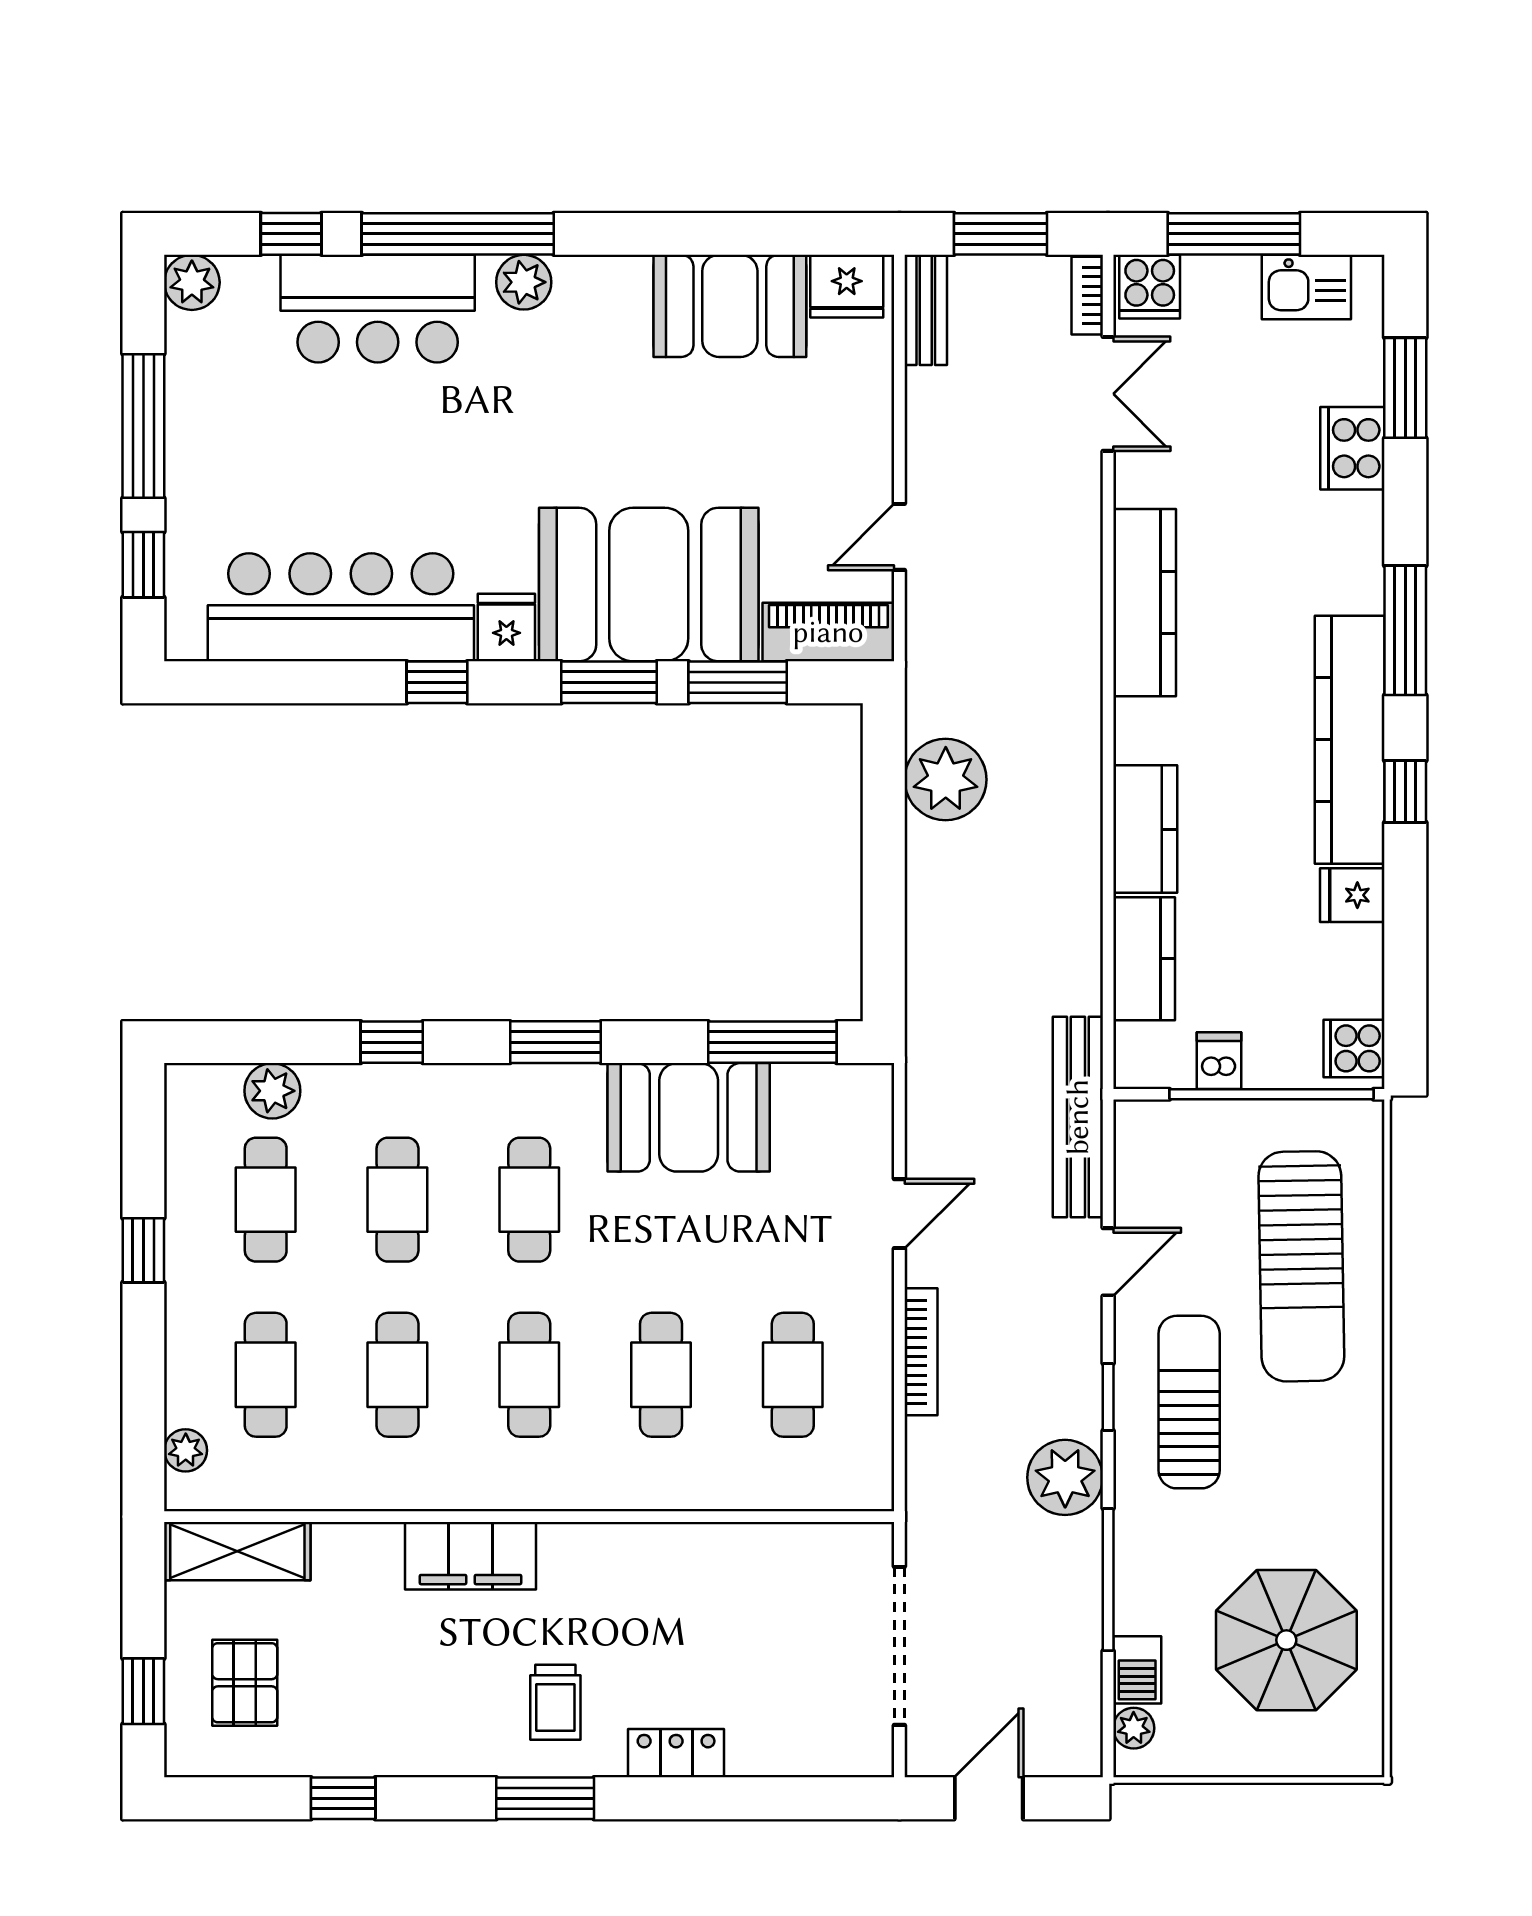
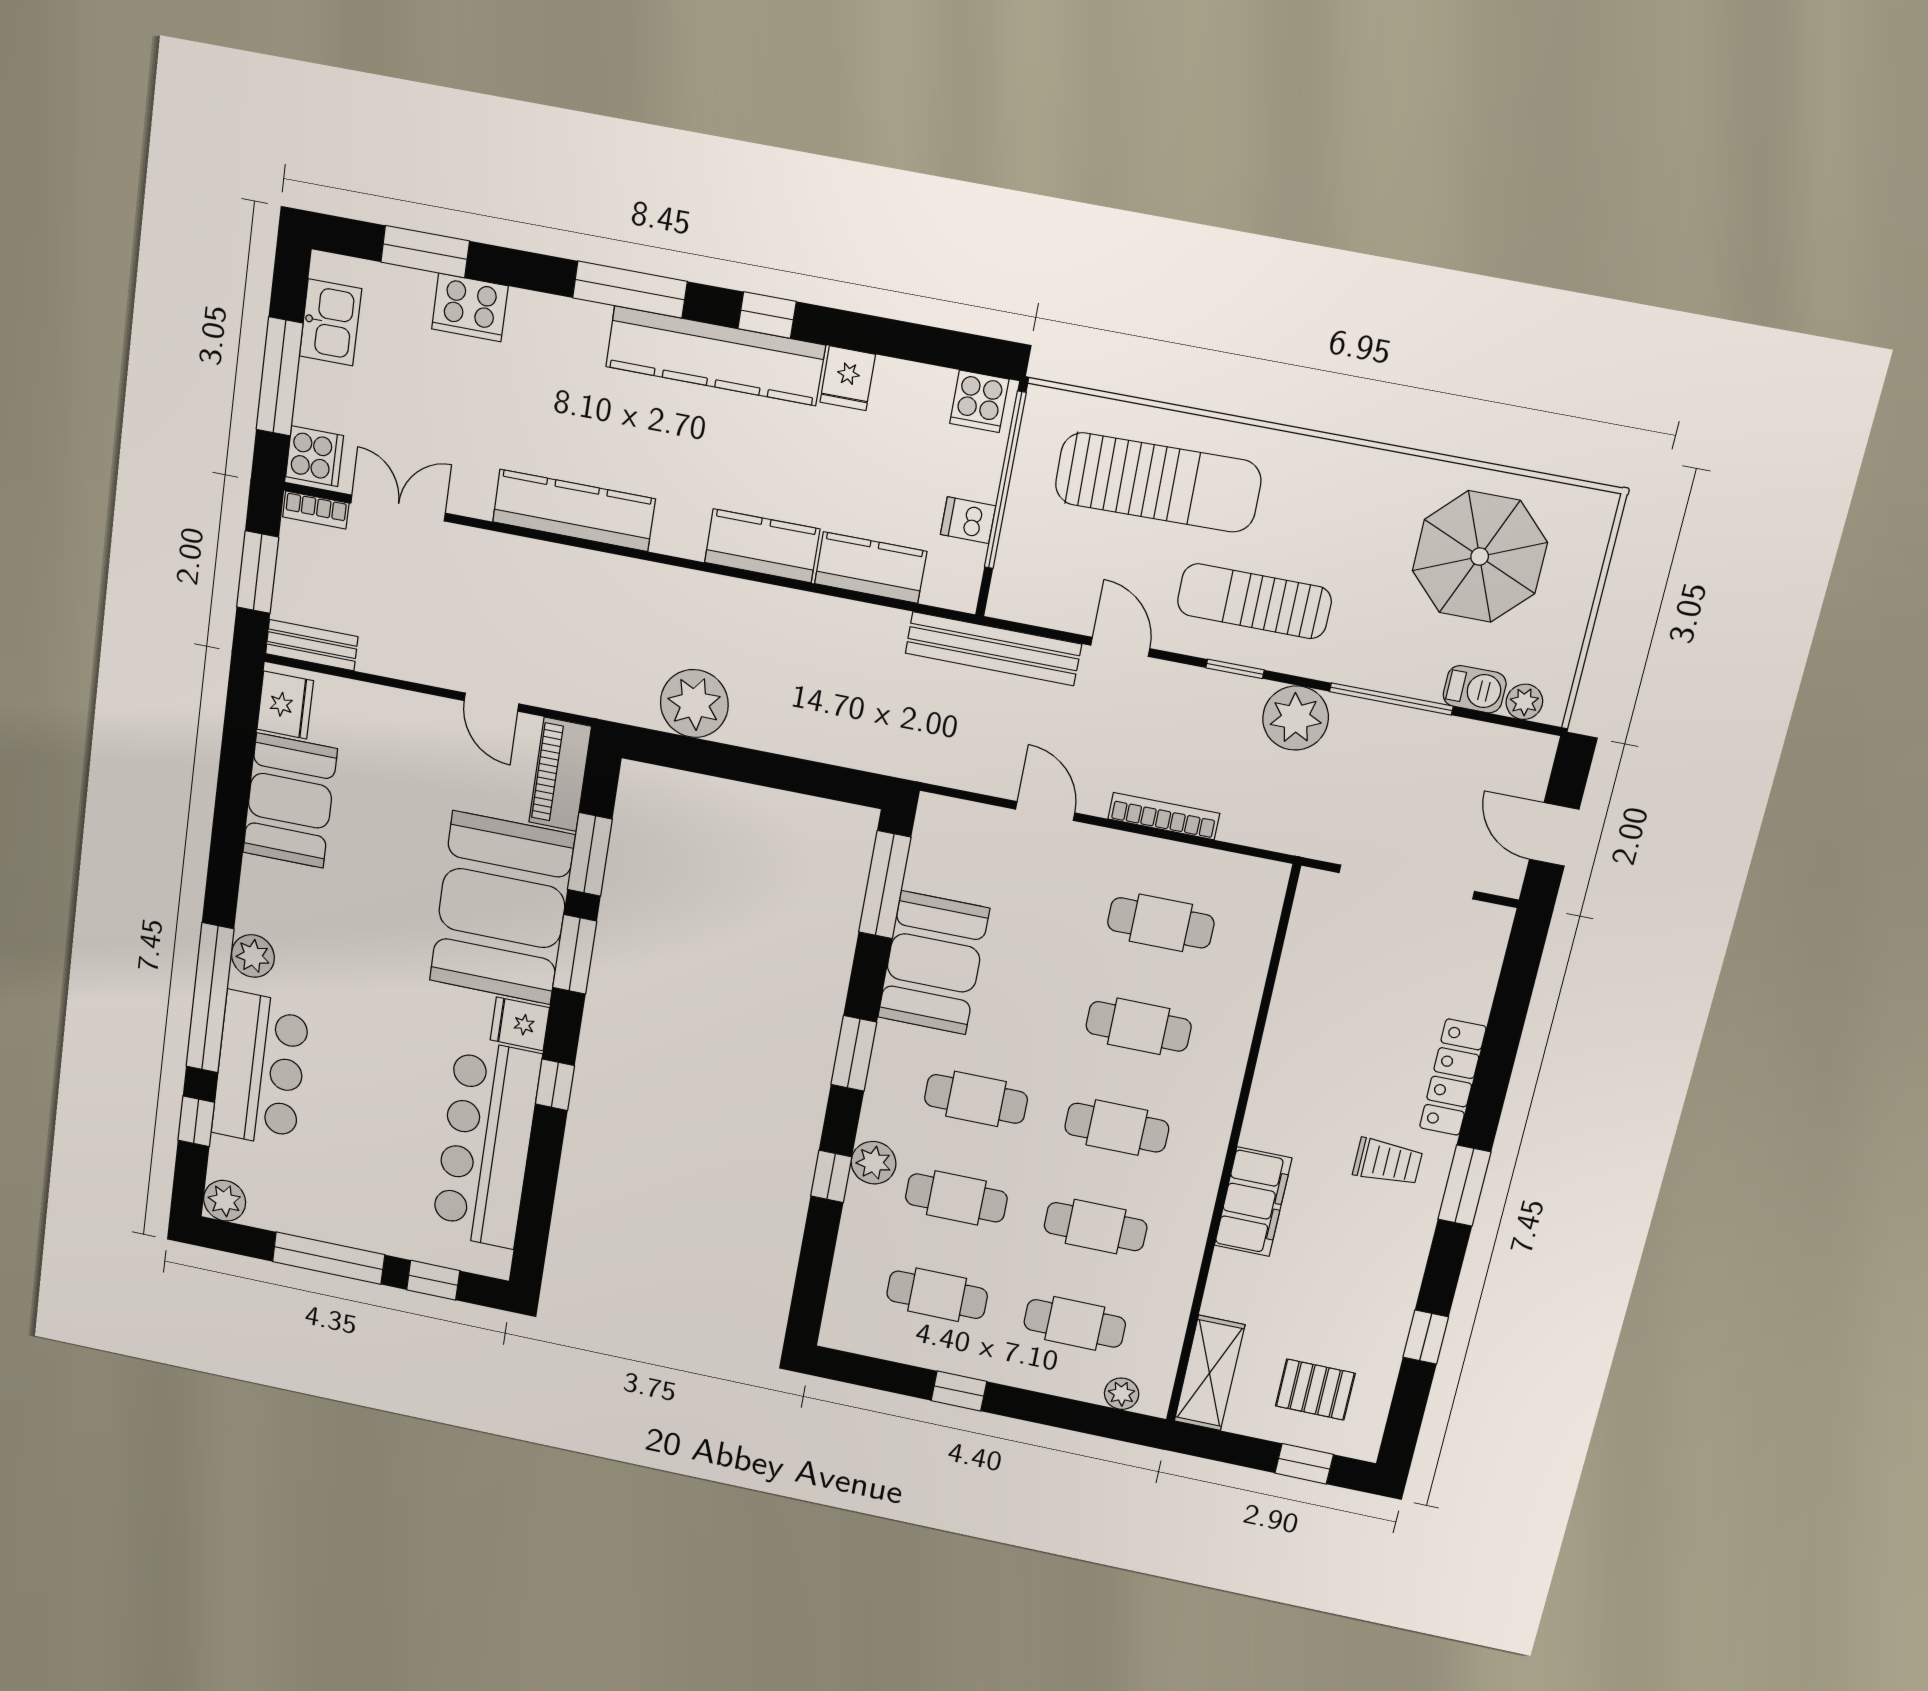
plant: (272, 1091) -> (874, 1163), moved
locker: (676, 1753) -> (1453, 1077), width x1.53

